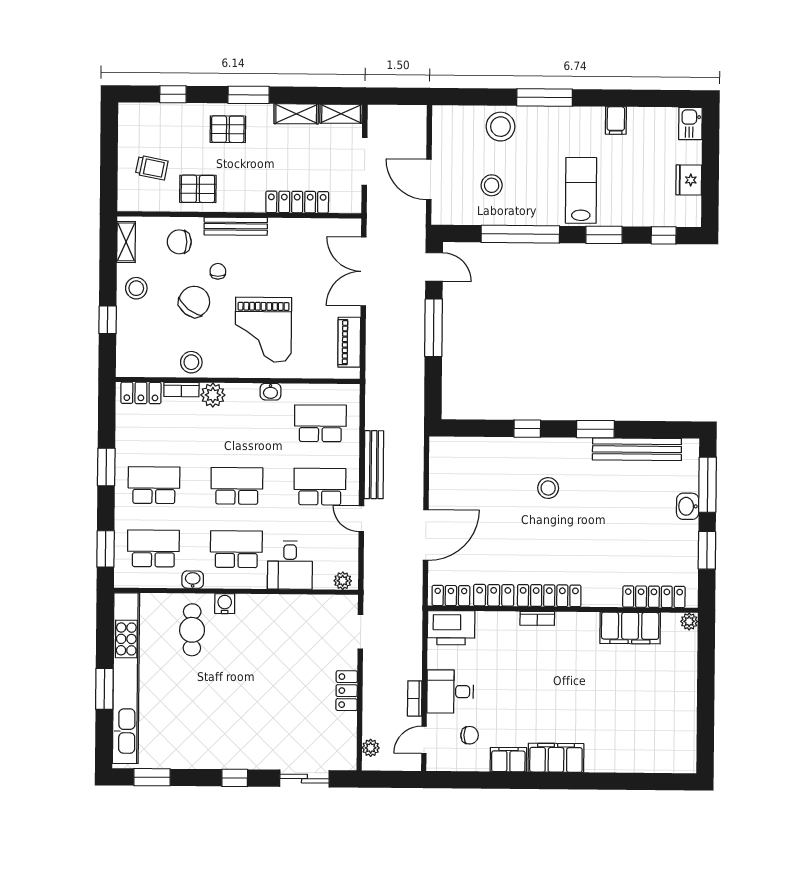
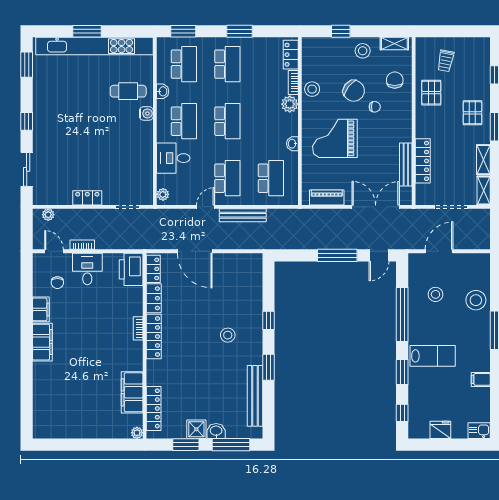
bench: (236, 226) -> (406, 164), moved
shower: (685, 535) -> (196, 429), added

